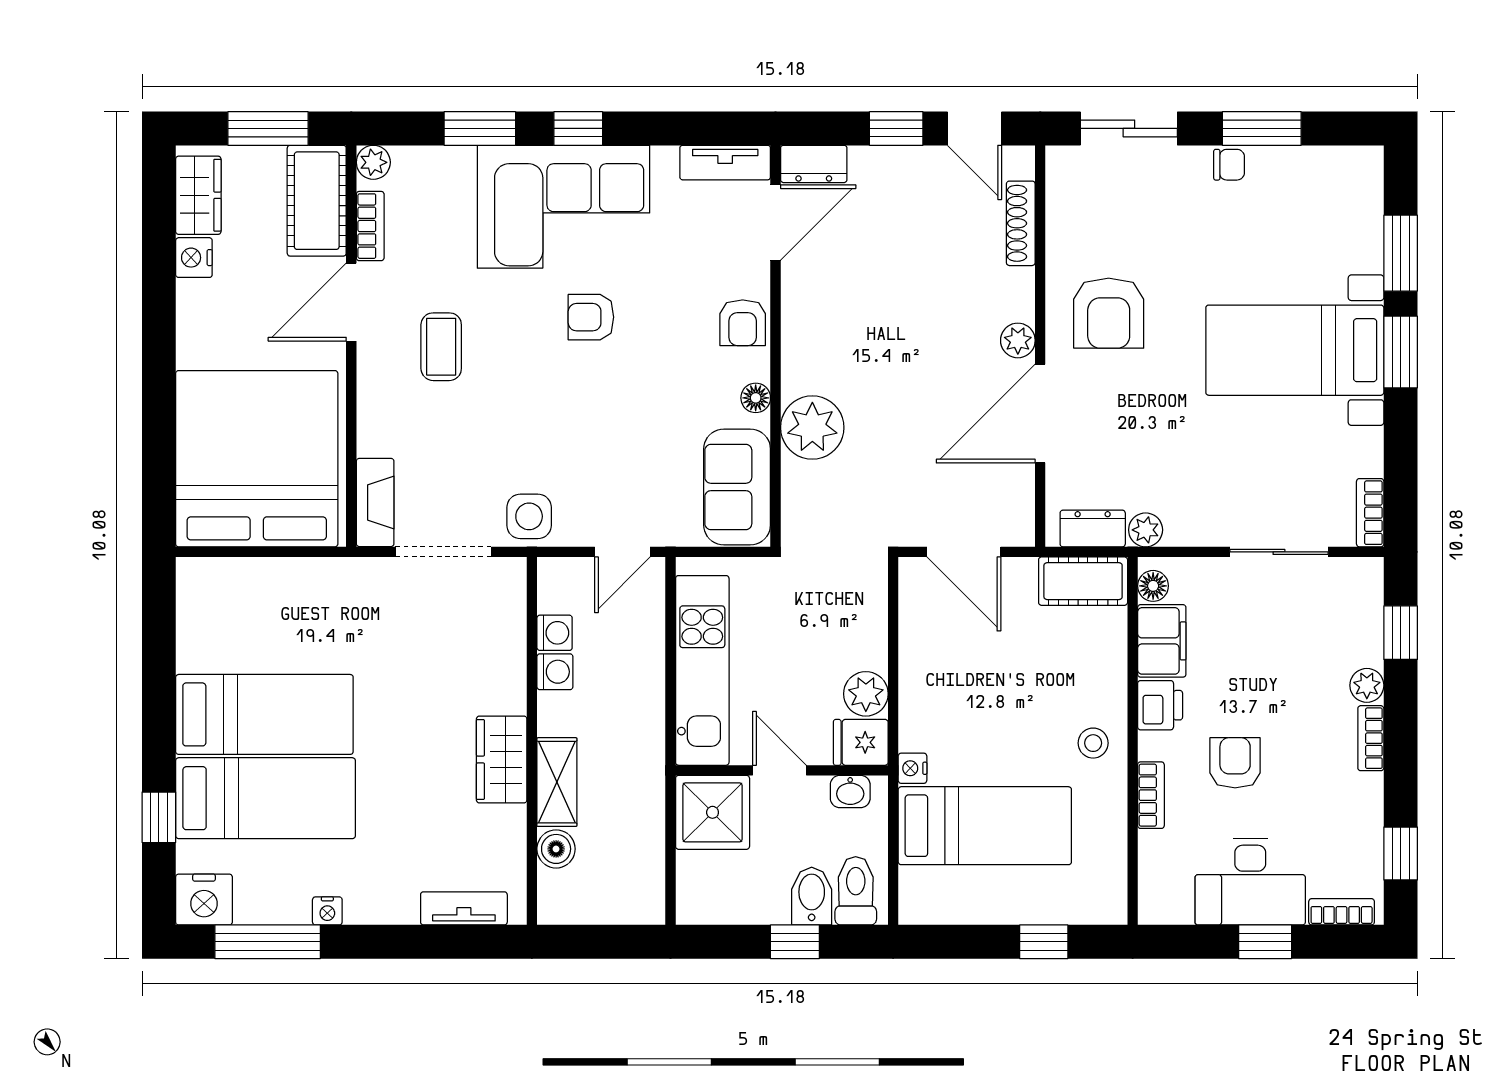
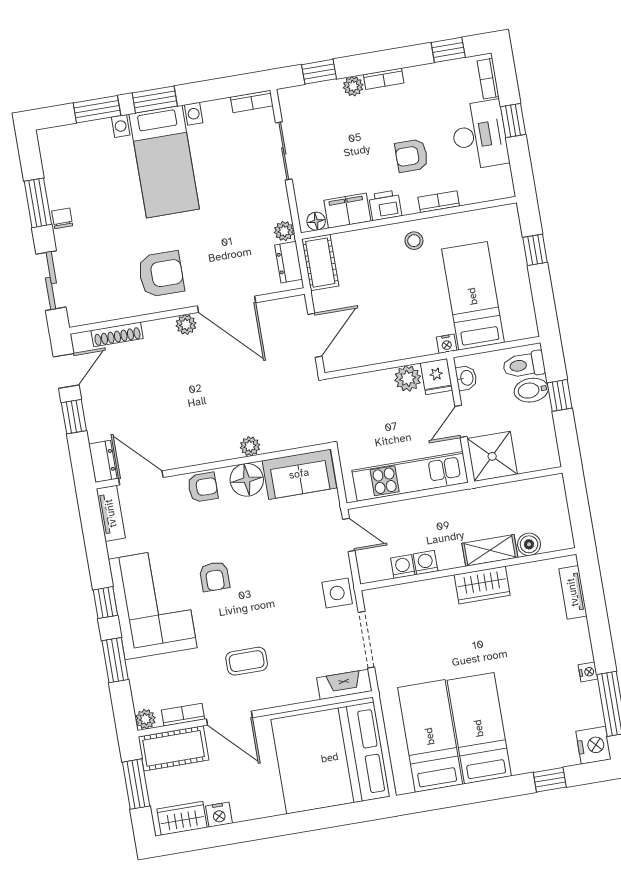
floor lamp: (756, 398) -> (247, 480), width x1.89, depth x1.89
plant: (812, 428) -> (250, 446), width x0.53, depth x0.53
bed: (266, 798) -> (430, 736), moved

